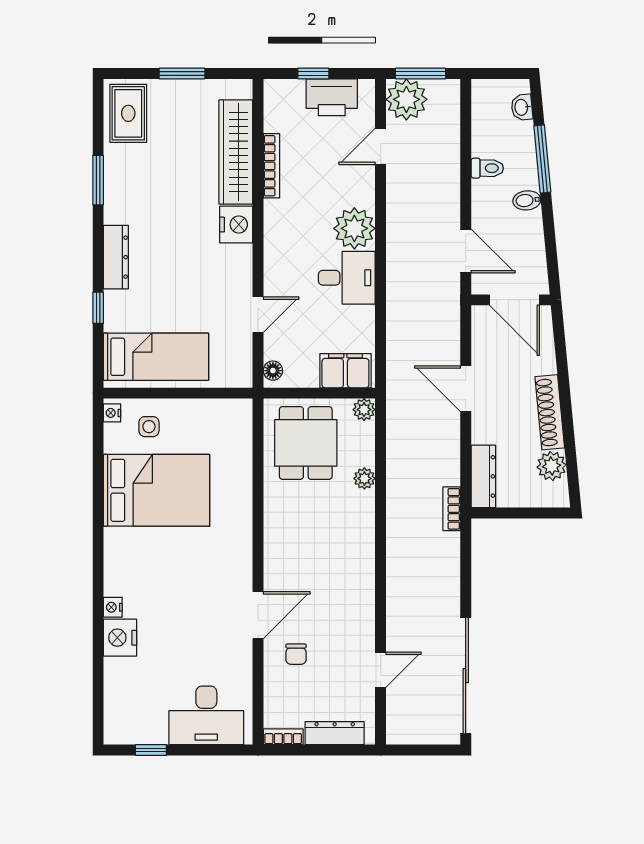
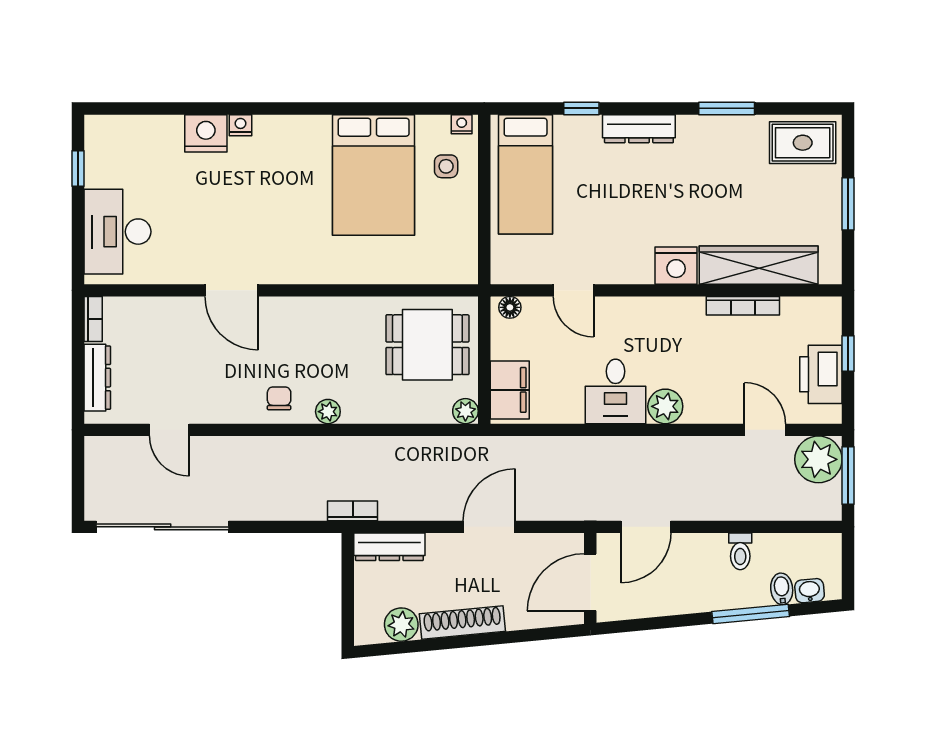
bidet: (527, 200) -> (782, 589), moved
plant: (354, 228) -> (665, 406), width x0.73, depth x0.73
plant: (364, 478) -> (328, 412), moved
chair: (296, 654) -> (279, 398), moved, turned 90

